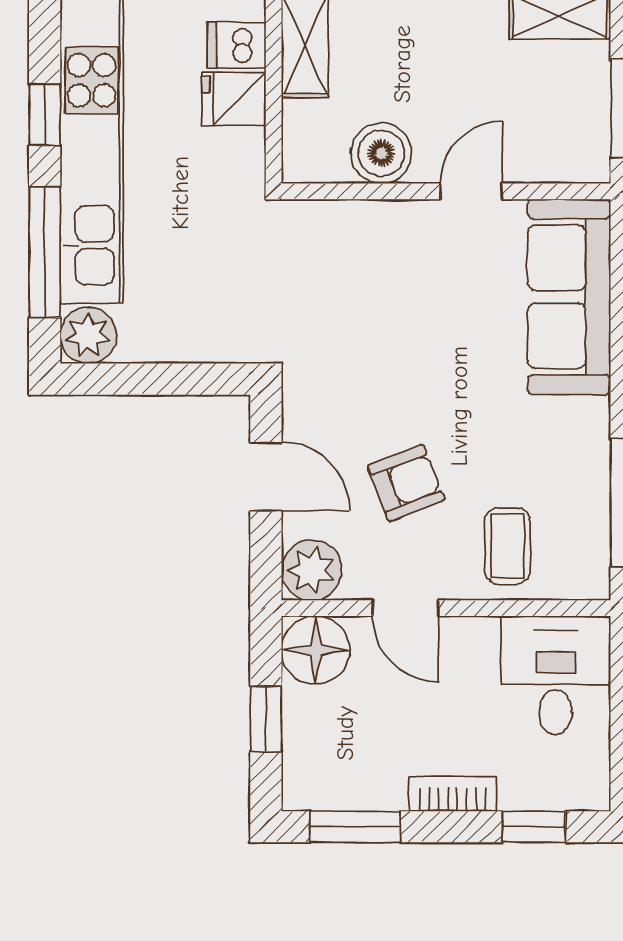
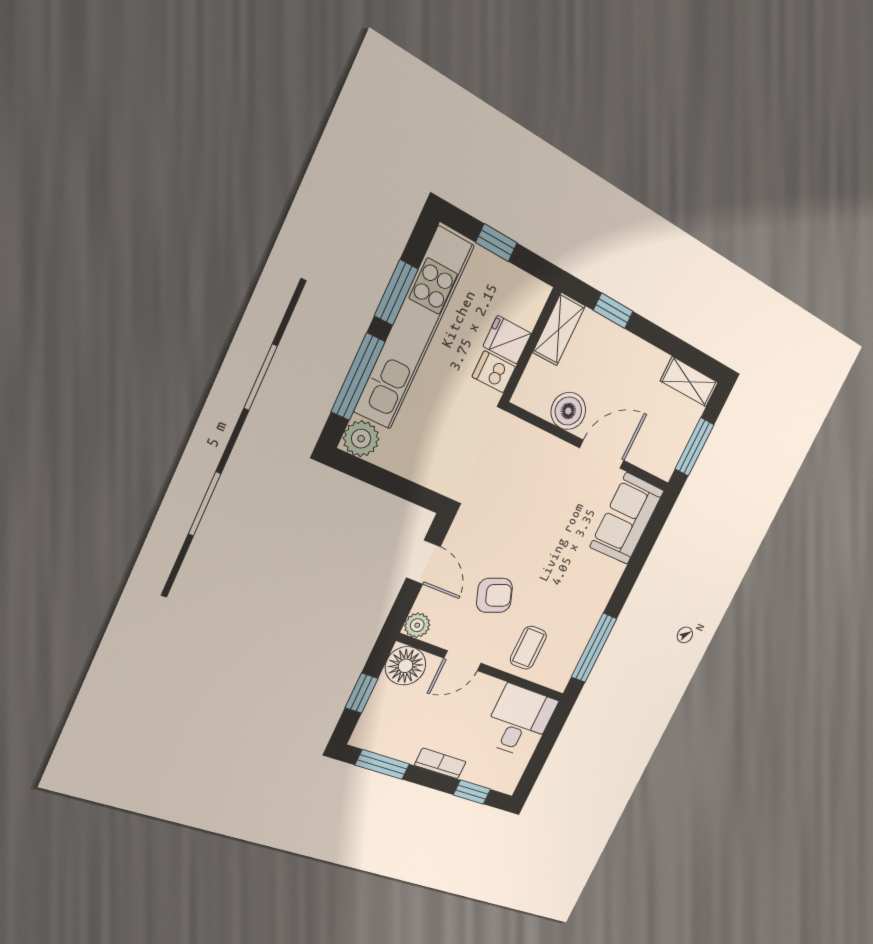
dishwasher: (236, 45) -> (494, 372), moved
window: (45, 115) -> (396, 292), width x1.50
door: (471, 191) -> (602, 454), width x1.38
sofa: (569, 297) -> (627, 519), width x0.73
plant: (312, 570) -> (417, 625), width x0.73, depth x0.73
door: (405, 608) -> (463, 661), hinge flipped

